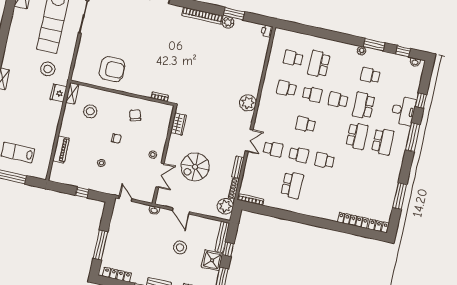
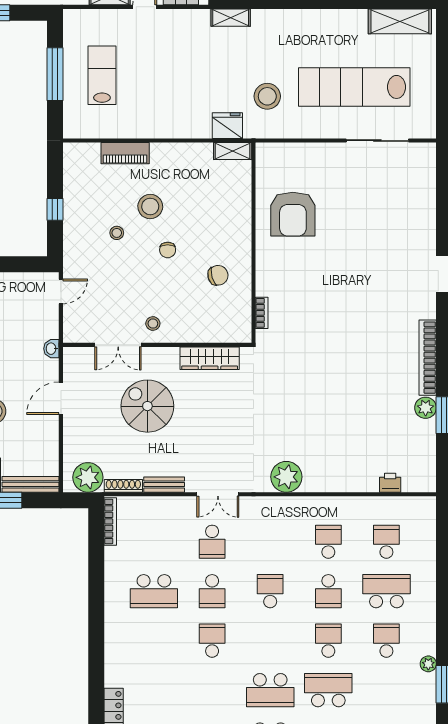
printer: (267, 31) -> (390, 483), moved
school desk: (370, 75) -> (386, 641), moved
stool: (90, 111) -> (150, 206), moved
wardrobe: (179, 124) -> (210, 358), width x1.50

